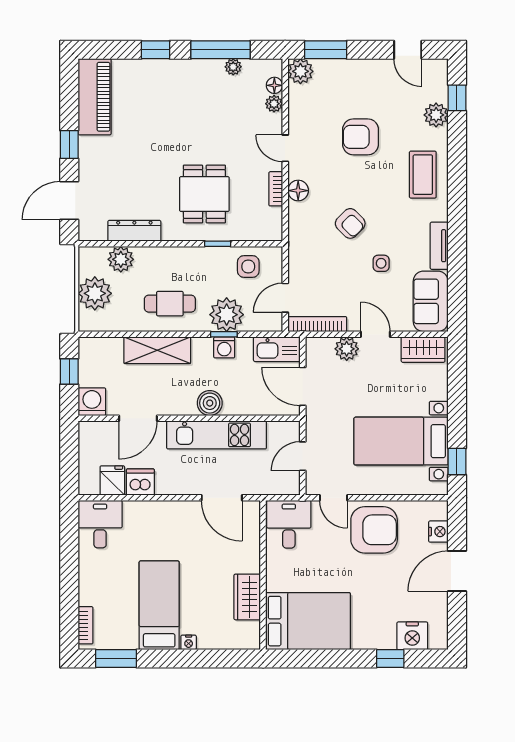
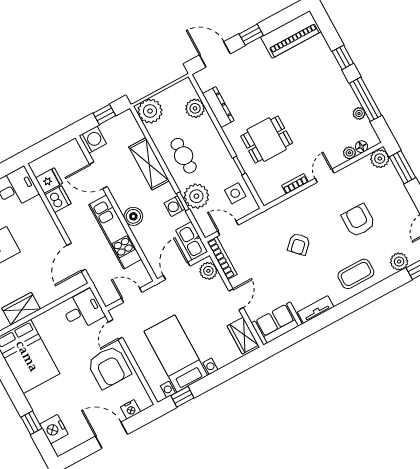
floor lamp: (298, 191) -> (302, 199), removed
side table: (381, 263) -> (284, 278), removed
plant: (95, 293) -> (150, 111), moved
plant: (347, 349) -> (208, 271), moved

